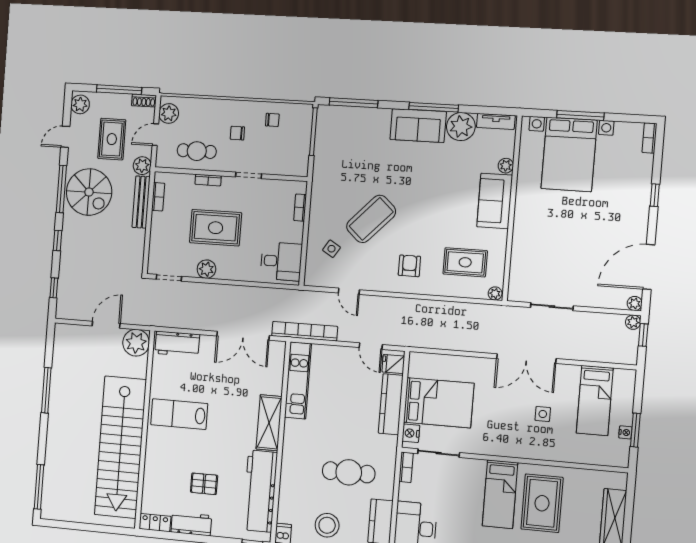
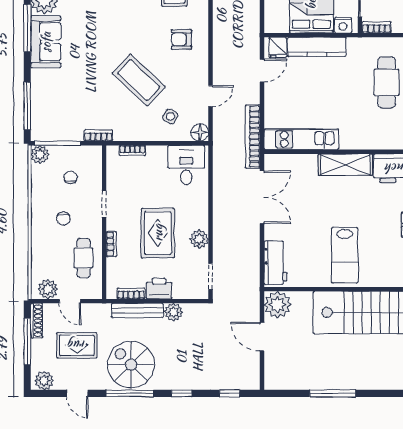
shoe rack: (144, 101) -> (37, 321), width x1.43
plant: (303, 113) -> (40, 154), added
chair: (272, 120) -> (70, 177), moved
plant: (142, 166) -> (174, 312), moved
bookcase: (318, 174) -> (98, 135), added
spiral stairs: (89, 192) -> (131, 365), turned -90
printer: (161, 225) -> (159, 289), added
floor lamp: (313, 278) -> (200, 132), added

